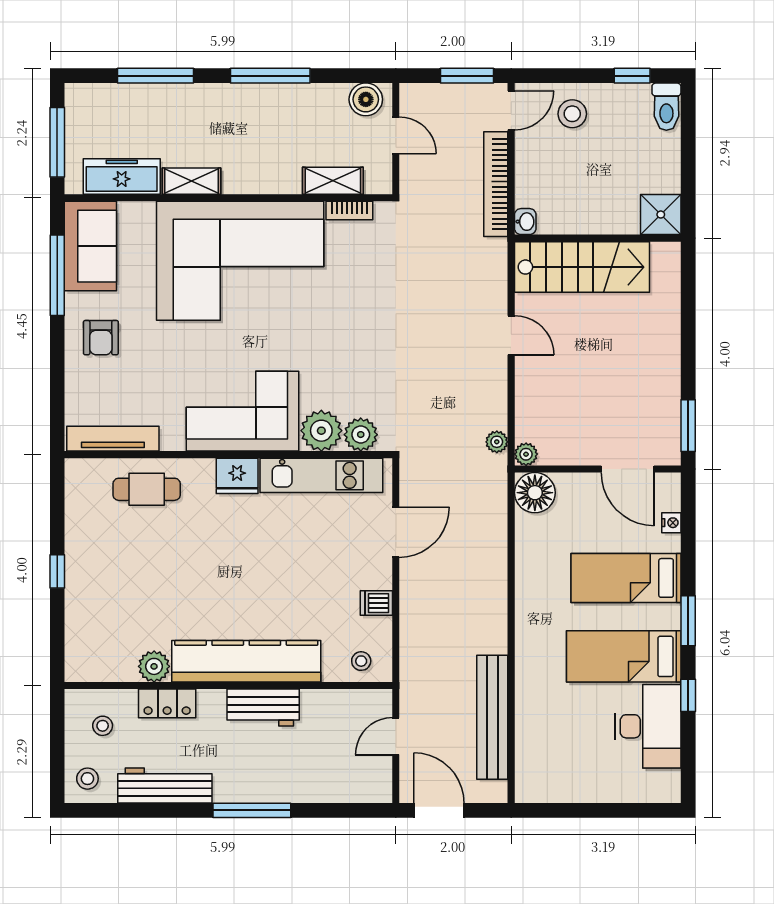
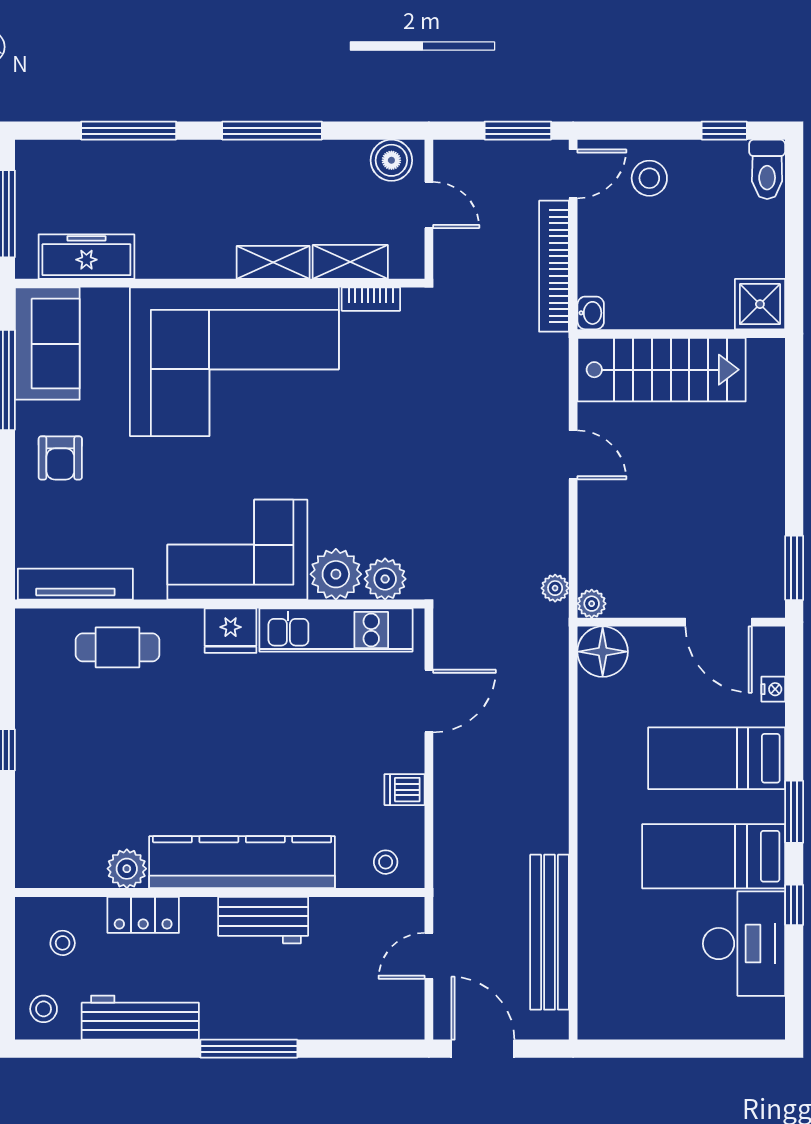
shelving: (192, 181) -> (273, 262), moved

